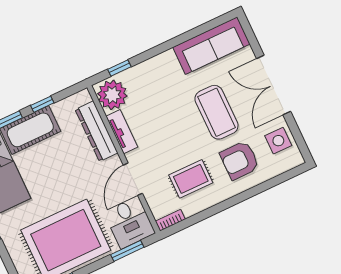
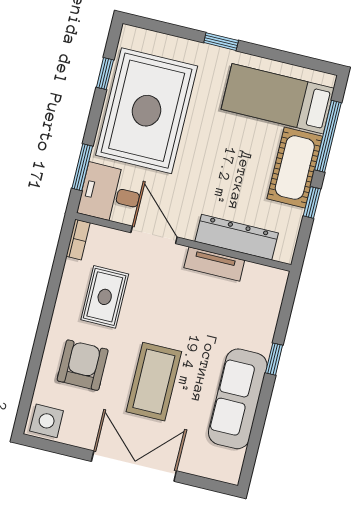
sofa: (211, 46) -> (238, 399), moved
window: (119, 68) -> (274, 359), moved
plant: (112, 95) -> (262, 285), removed
coffee table: (216, 112) -> (154, 382), turned 90
side table: (278, 141) -> (47, 421), moved

